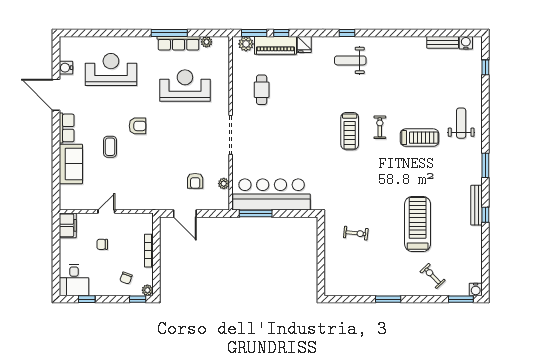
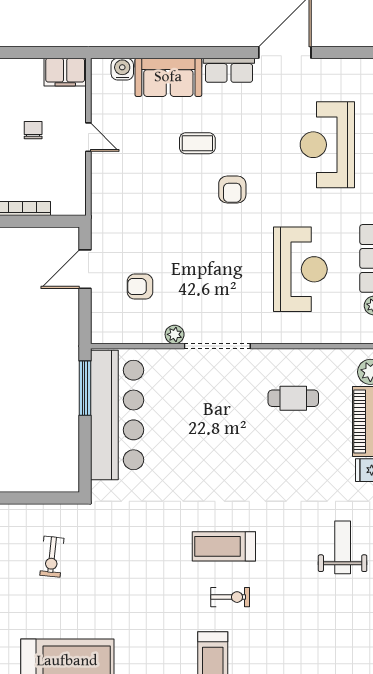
water cooler: (66, 68) -> (122, 69), moved
reception desk: (111, 69) -> (327, 145), turned 180
plant: (224, 184) -> (175, 334), moved

